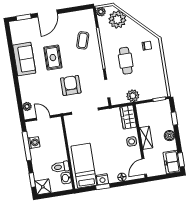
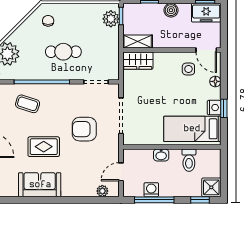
plant: (133, 96) -> (111, 19), moved
shelving: (146, 138) -> (138, 41), moved
side table: (132, 141) -> (188, 69), moved
washbasin: (66, 178) -> (161, 155), moved

